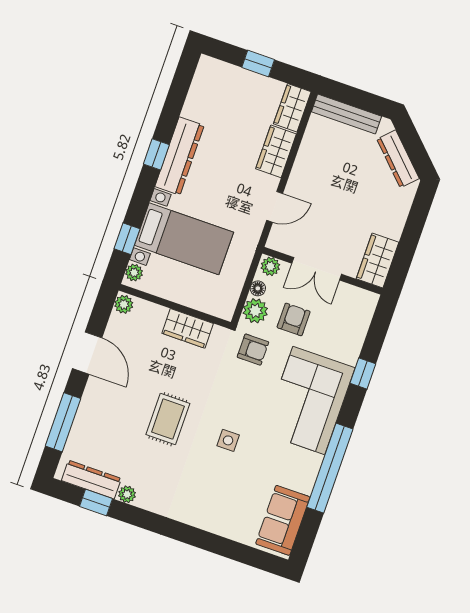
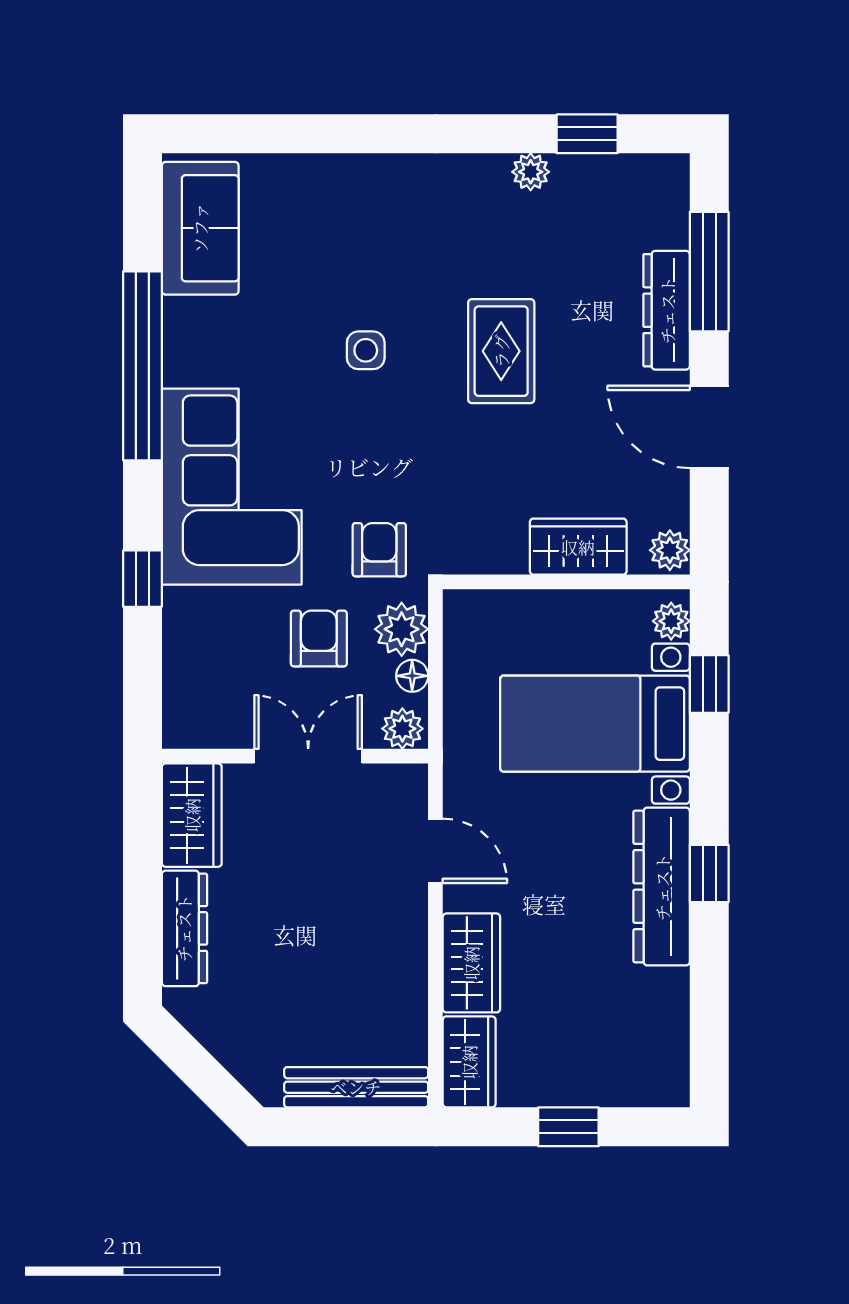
dresser: (398, 159) -> (184, 928), moved, turned 45
door: (275, 207) -> (435, 851), swing flipped
armchair: (294, 319) -> (319, 639), turned 180
wardrobe: (188, 328) -> (578, 547), moved
armchair: (253, 350) -> (379, 550), turned 90
dresser: (91, 480) -> (667, 310), moved, turned 90

